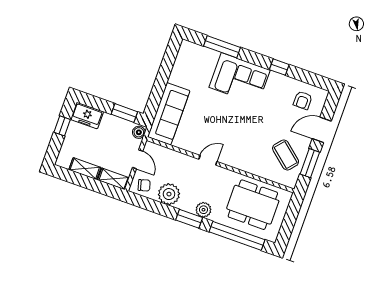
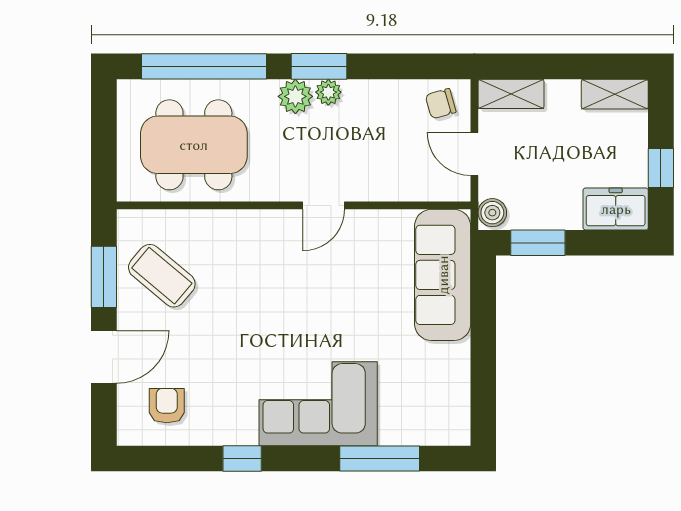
shelving: (85, 169) -> (615, 94), moved
plant: (169, 194) -> (328, 92), moved, width x0.53, depth x0.53

